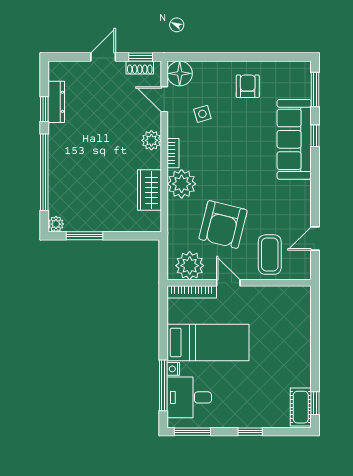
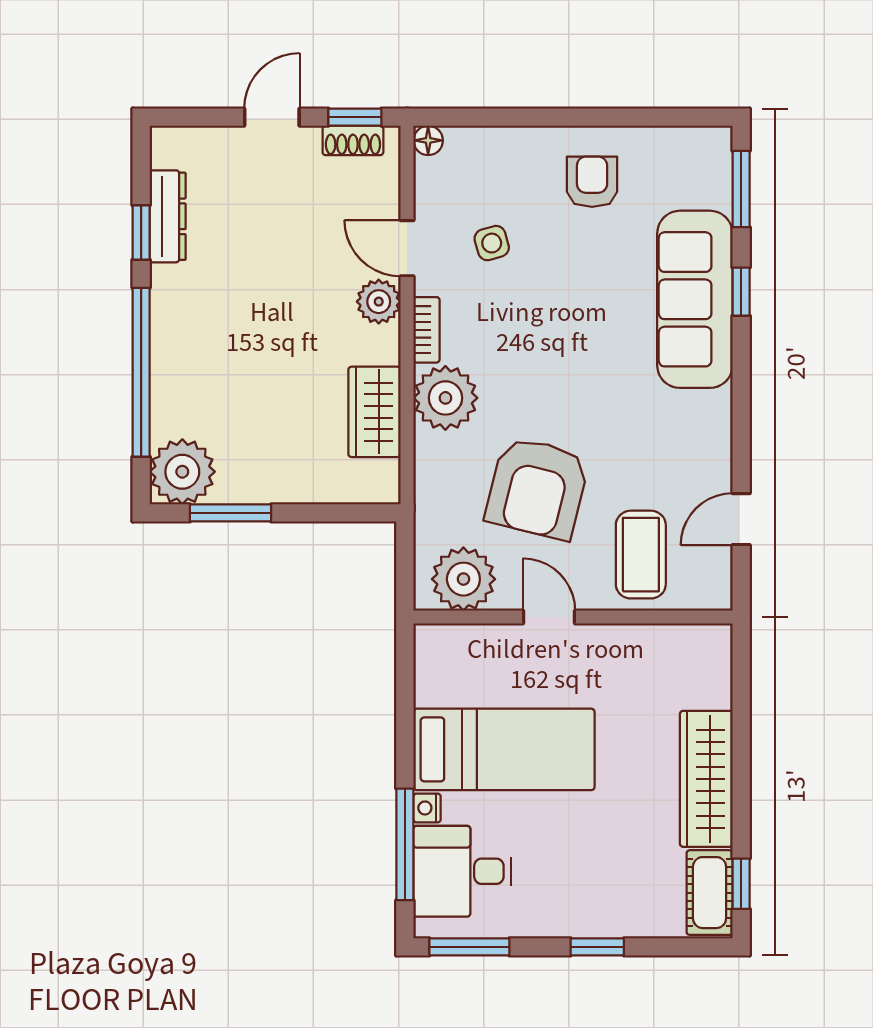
floor lamp: (180, 73) -> (428, 140), width x0.53, depth x0.53
door: (164, 99) -> (407, 248), moved
plant: (56, 224) -> (182, 472), width x1.87, depth x1.87
bookcase: (192, 292) -> (468, 637), removed
wardrobe: (299, 356) -> (706, 779), added

